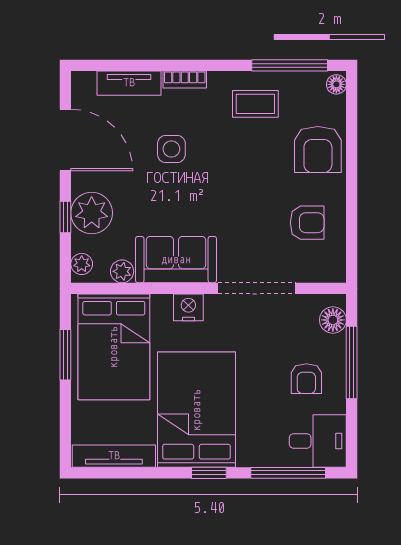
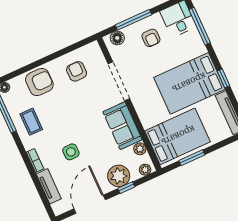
nightstand: (188, 307) -> (143, 109), removed
armchair: (306, 379) -> (151, 38), turned 90
window: (209, 473) -> (223, 78), moved

